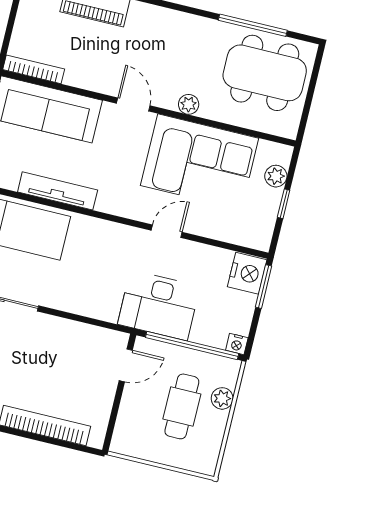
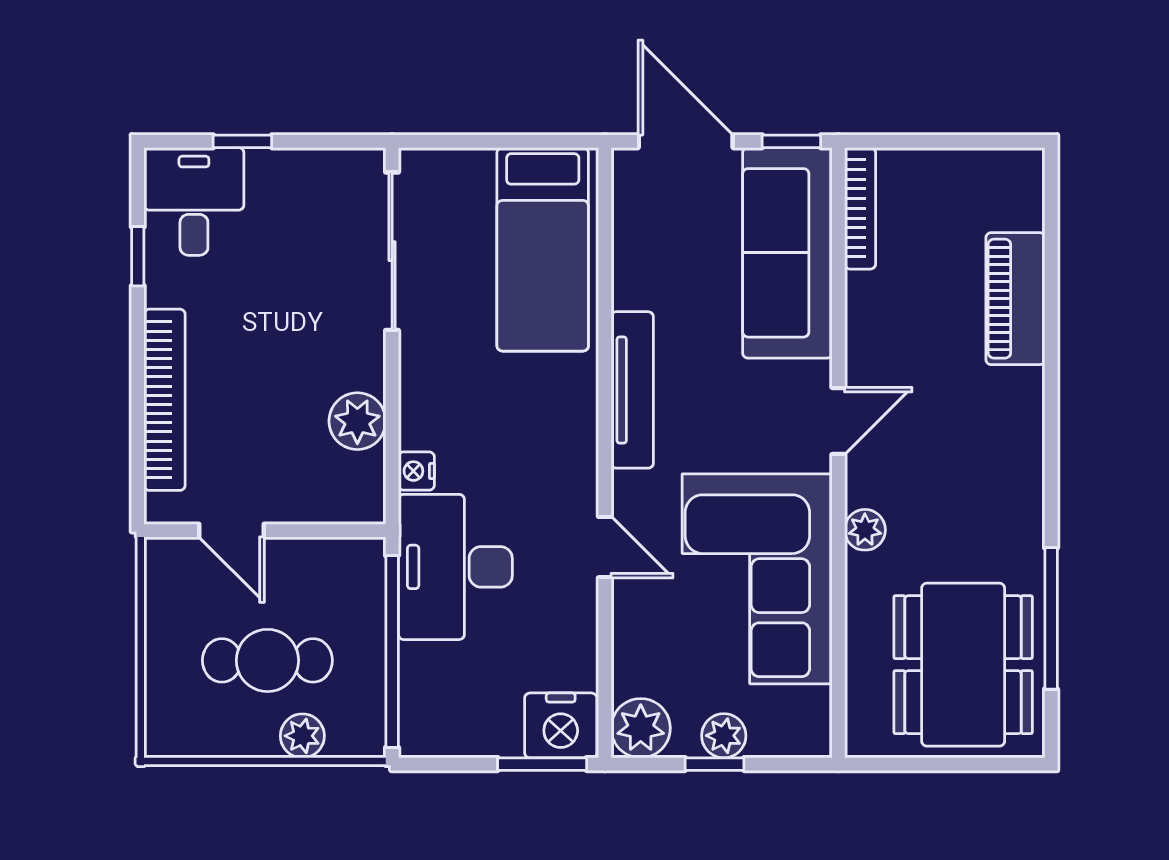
plant: (276, 176) -> (724, 736), moved
tv unit: (58, 191) -> (632, 390), moved
plant: (258, 235) -> (641, 728), added
plant: (77, 335) -> (357, 421), added
nightstand: (237, 344) -> (416, 471), moved
door: (126, 365) -> (231, 531), moved

